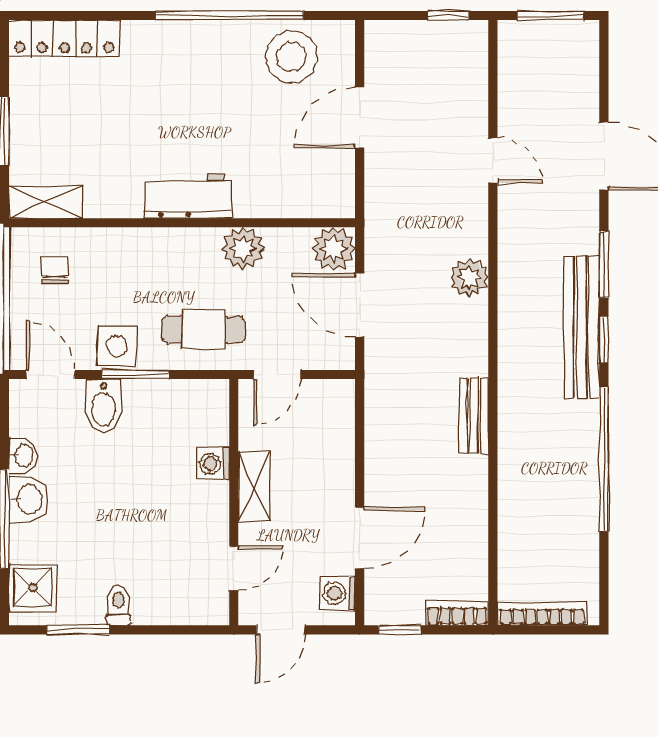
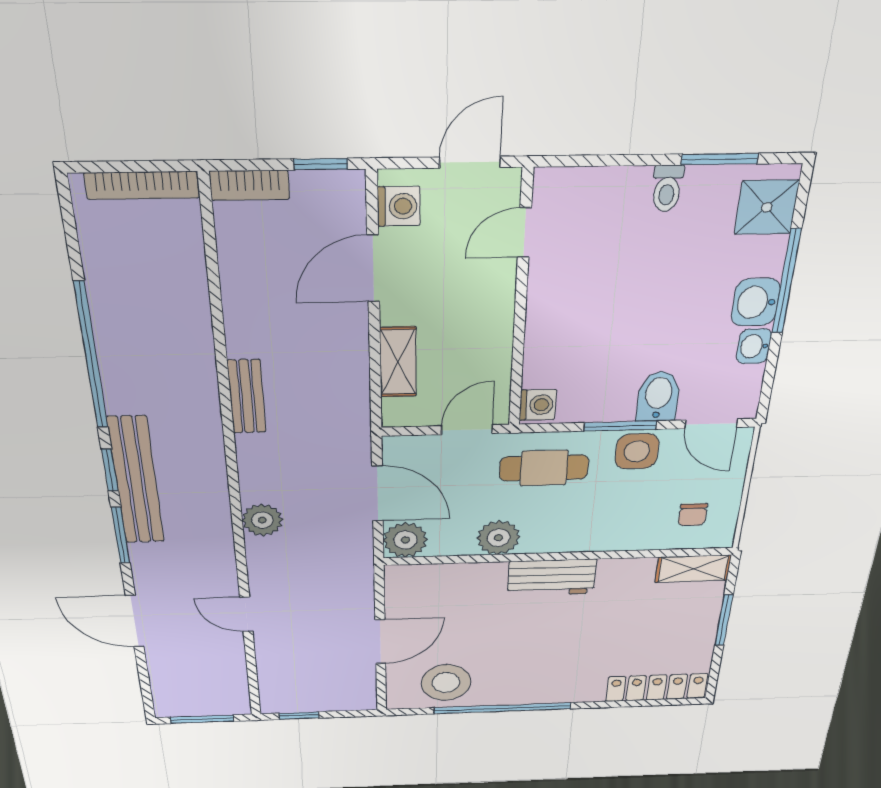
washing machine: (213, 464) -> (538, 405), moved
shelving: (254, 486) -> (398, 362), moved

